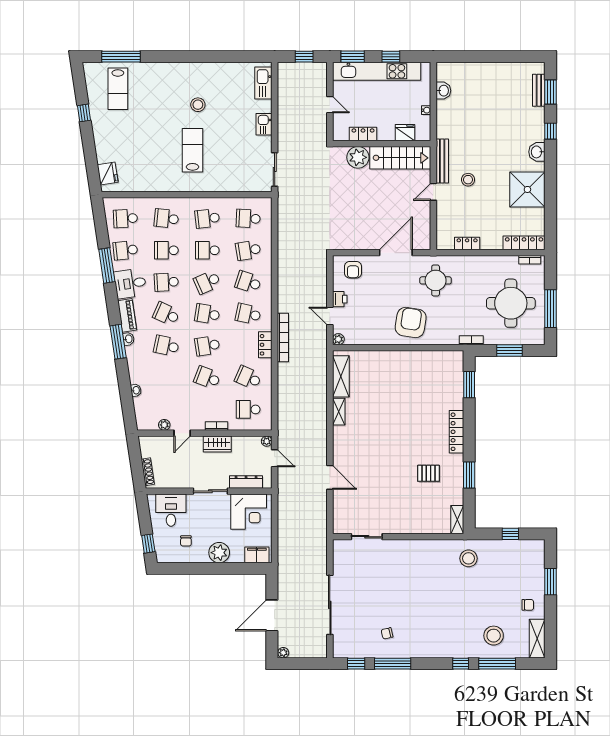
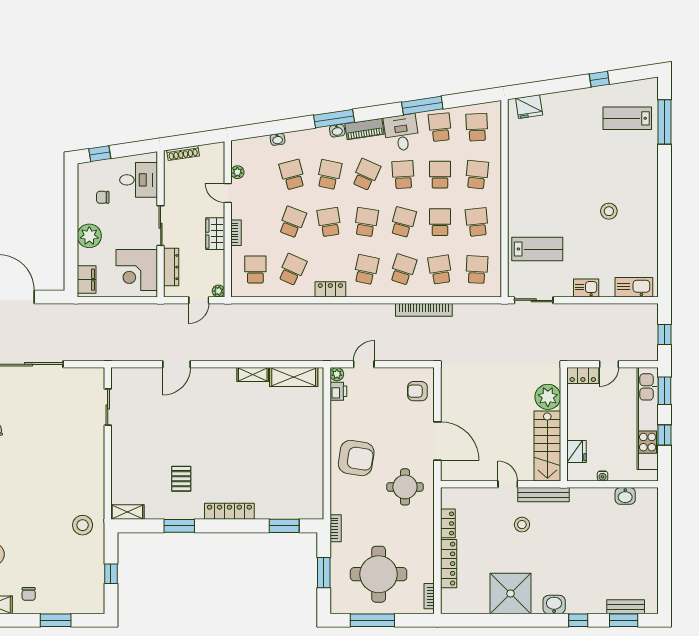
locker: (363, 134) -> (583, 375), moved, turned 90
lab bench: (192, 150) -> (537, 249), moved
locker: (524, 243) -> (449, 564), moved
school desk: (207, 282) -> (403, 222), turned 39
printer: (340, 299) -> (338, 391), moved, turned -90
bookcase: (283, 338) -> (424, 310), moved
school desk: (166, 378) -> (292, 175), added

